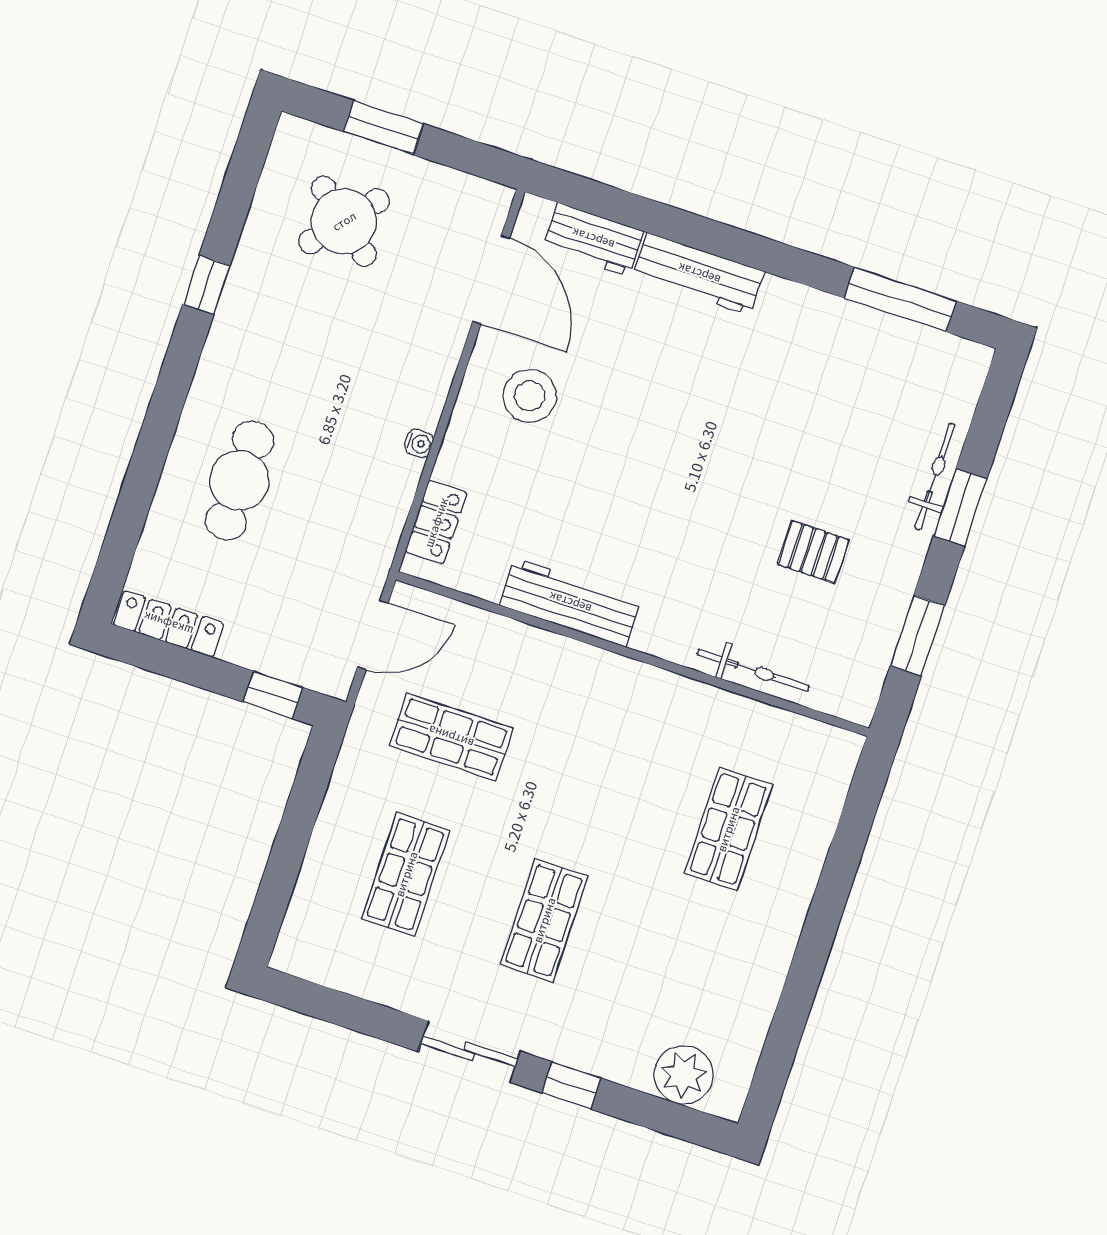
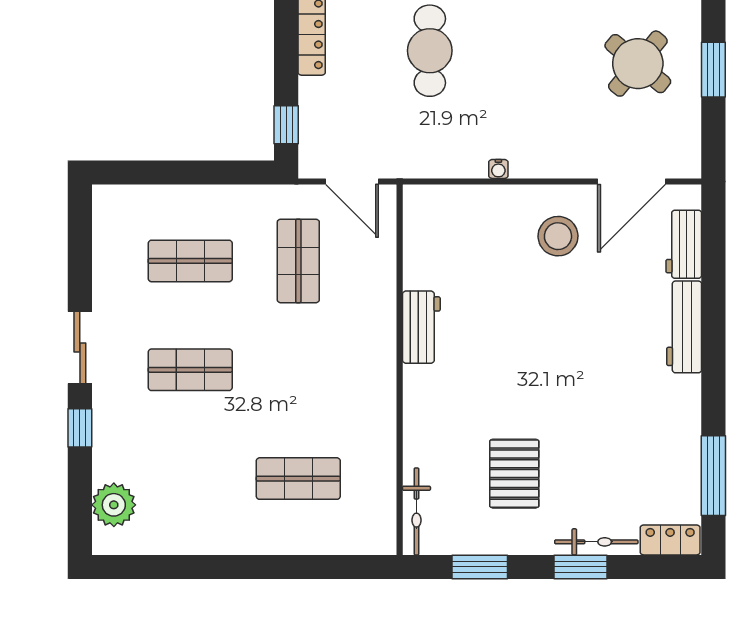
cafe table: (239, 481) -> (430, 51), turned 90
locker: (436, 522) -> (670, 540), moved, turned 180
pallet: (813, 552) -> (514, 474), width x1.50, depth x1.42
workbench: (570, 603) -> (421, 327), width x0.73
bicycle: (753, 670) -> (416, 511), moved

